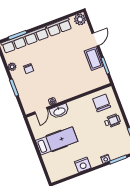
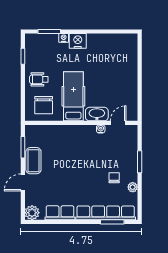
hospital bed: (57, 141) -> (73, 96), moved, turned 90
nightstand: (83, 165) -> (78, 41), moved

